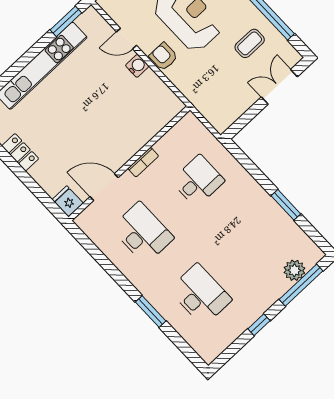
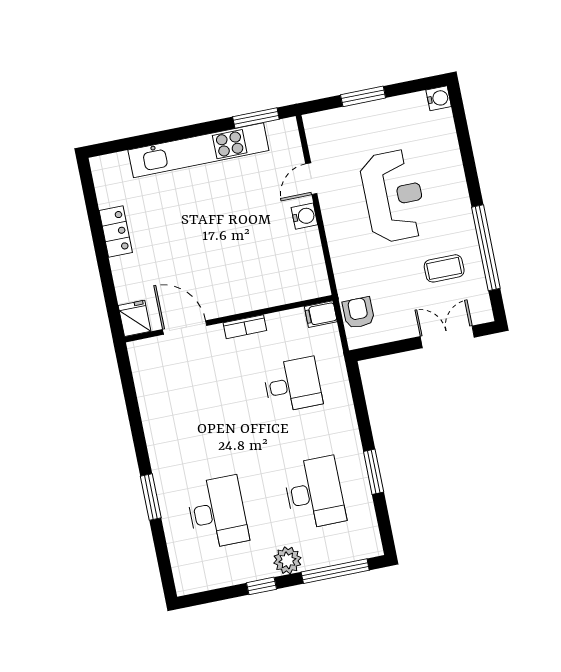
door: (127, 39) -> (311, 179), hinge flipped
armchair: (163, 57) -> (358, 313), moved
filing cabinet: (188, 123) -> (321, 314), added
desk: (142, 233) -> (314, 493), moved
plant: (294, 270) -> (287, 560), moved

